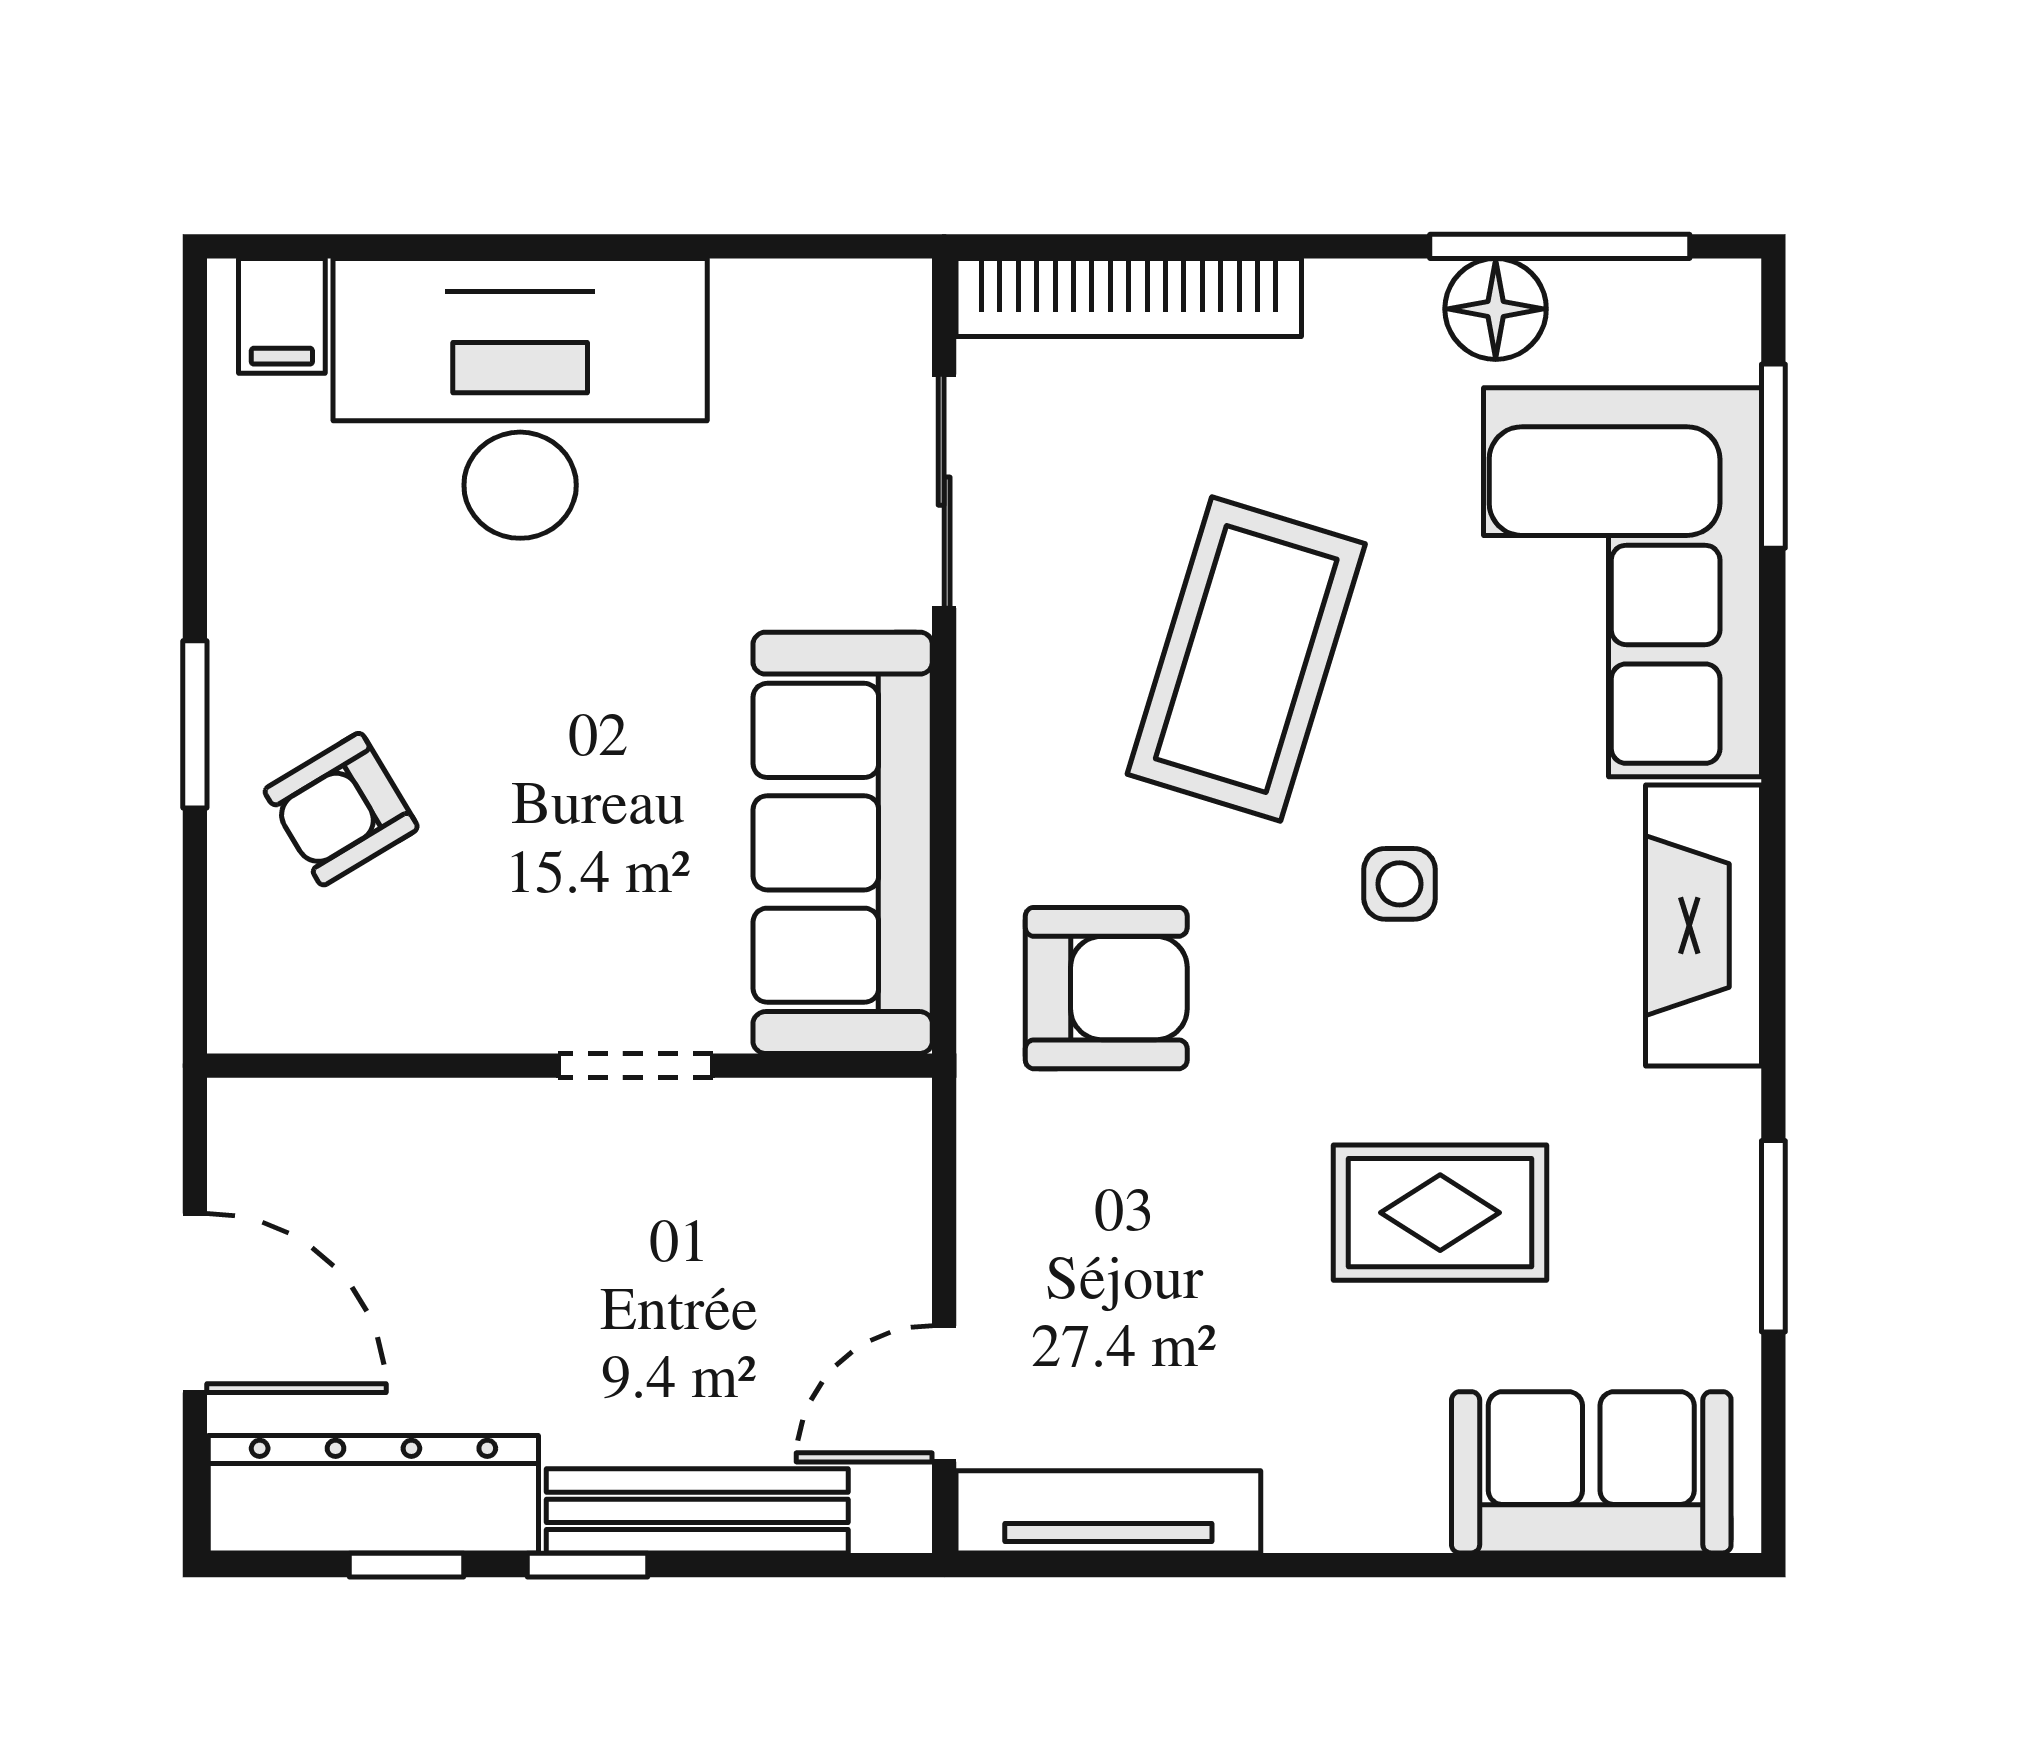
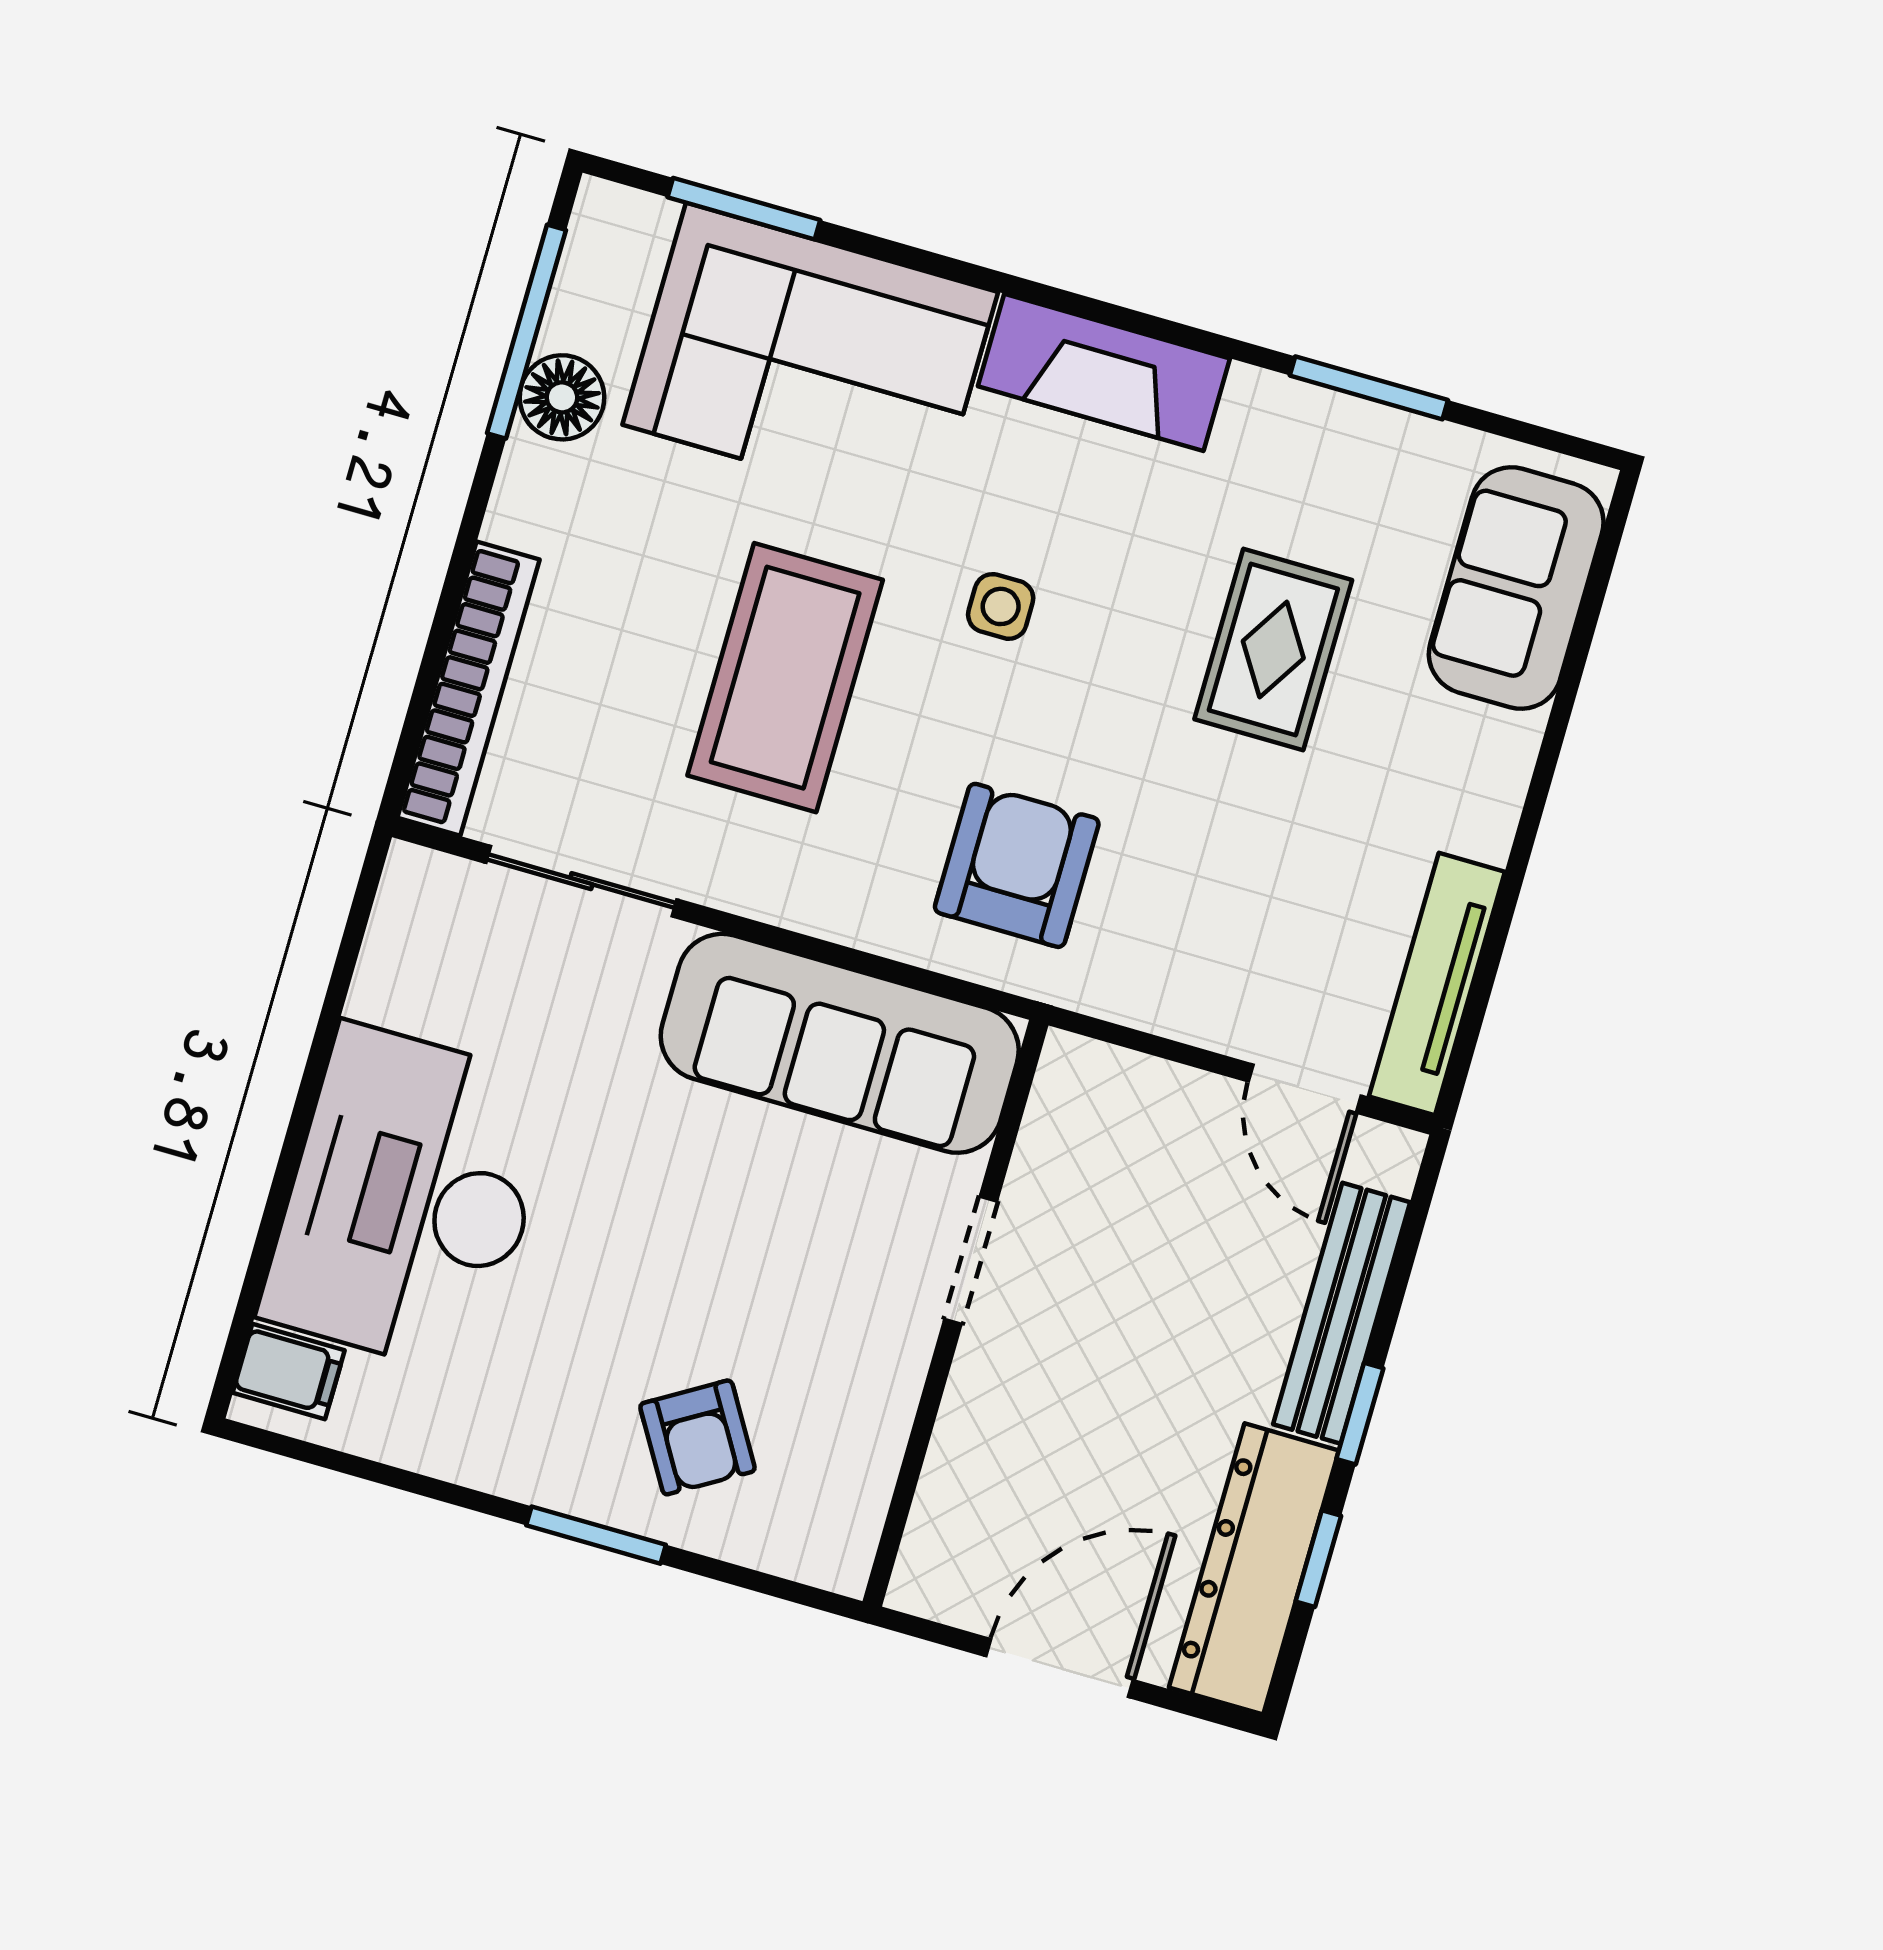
coffee table: (1246, 659) -> (785, 678), turned 73

